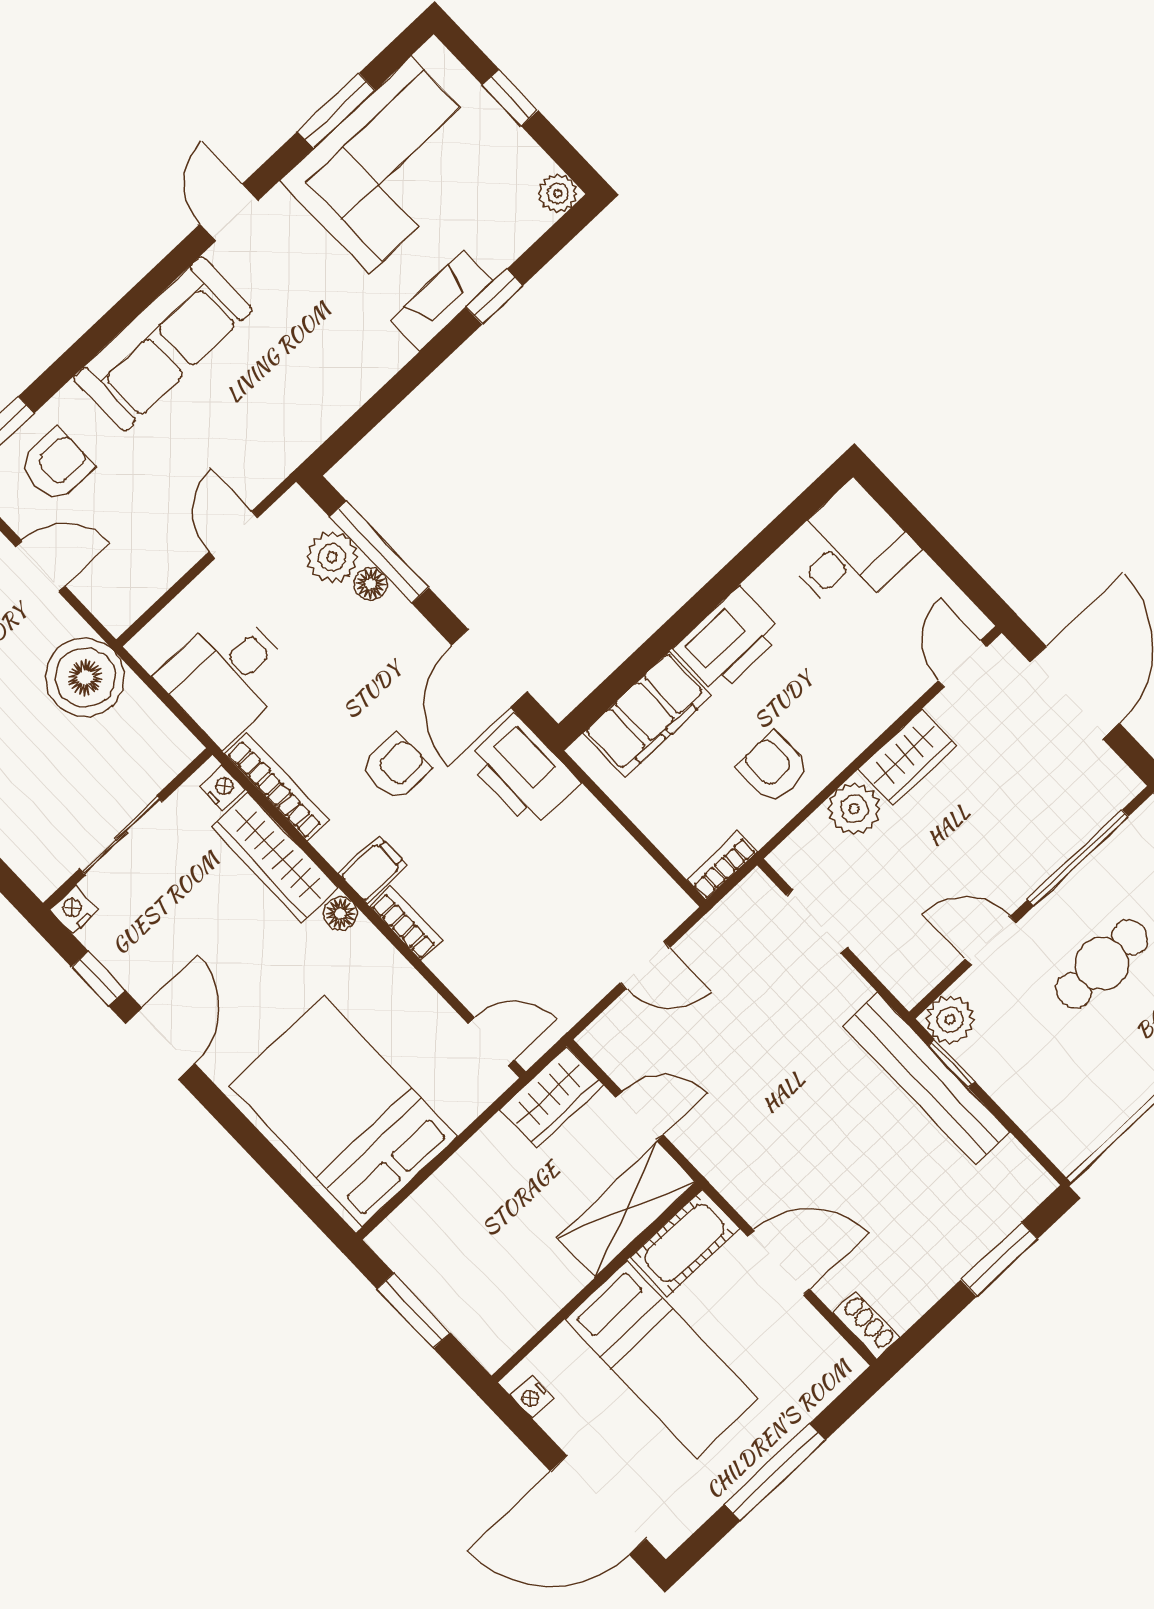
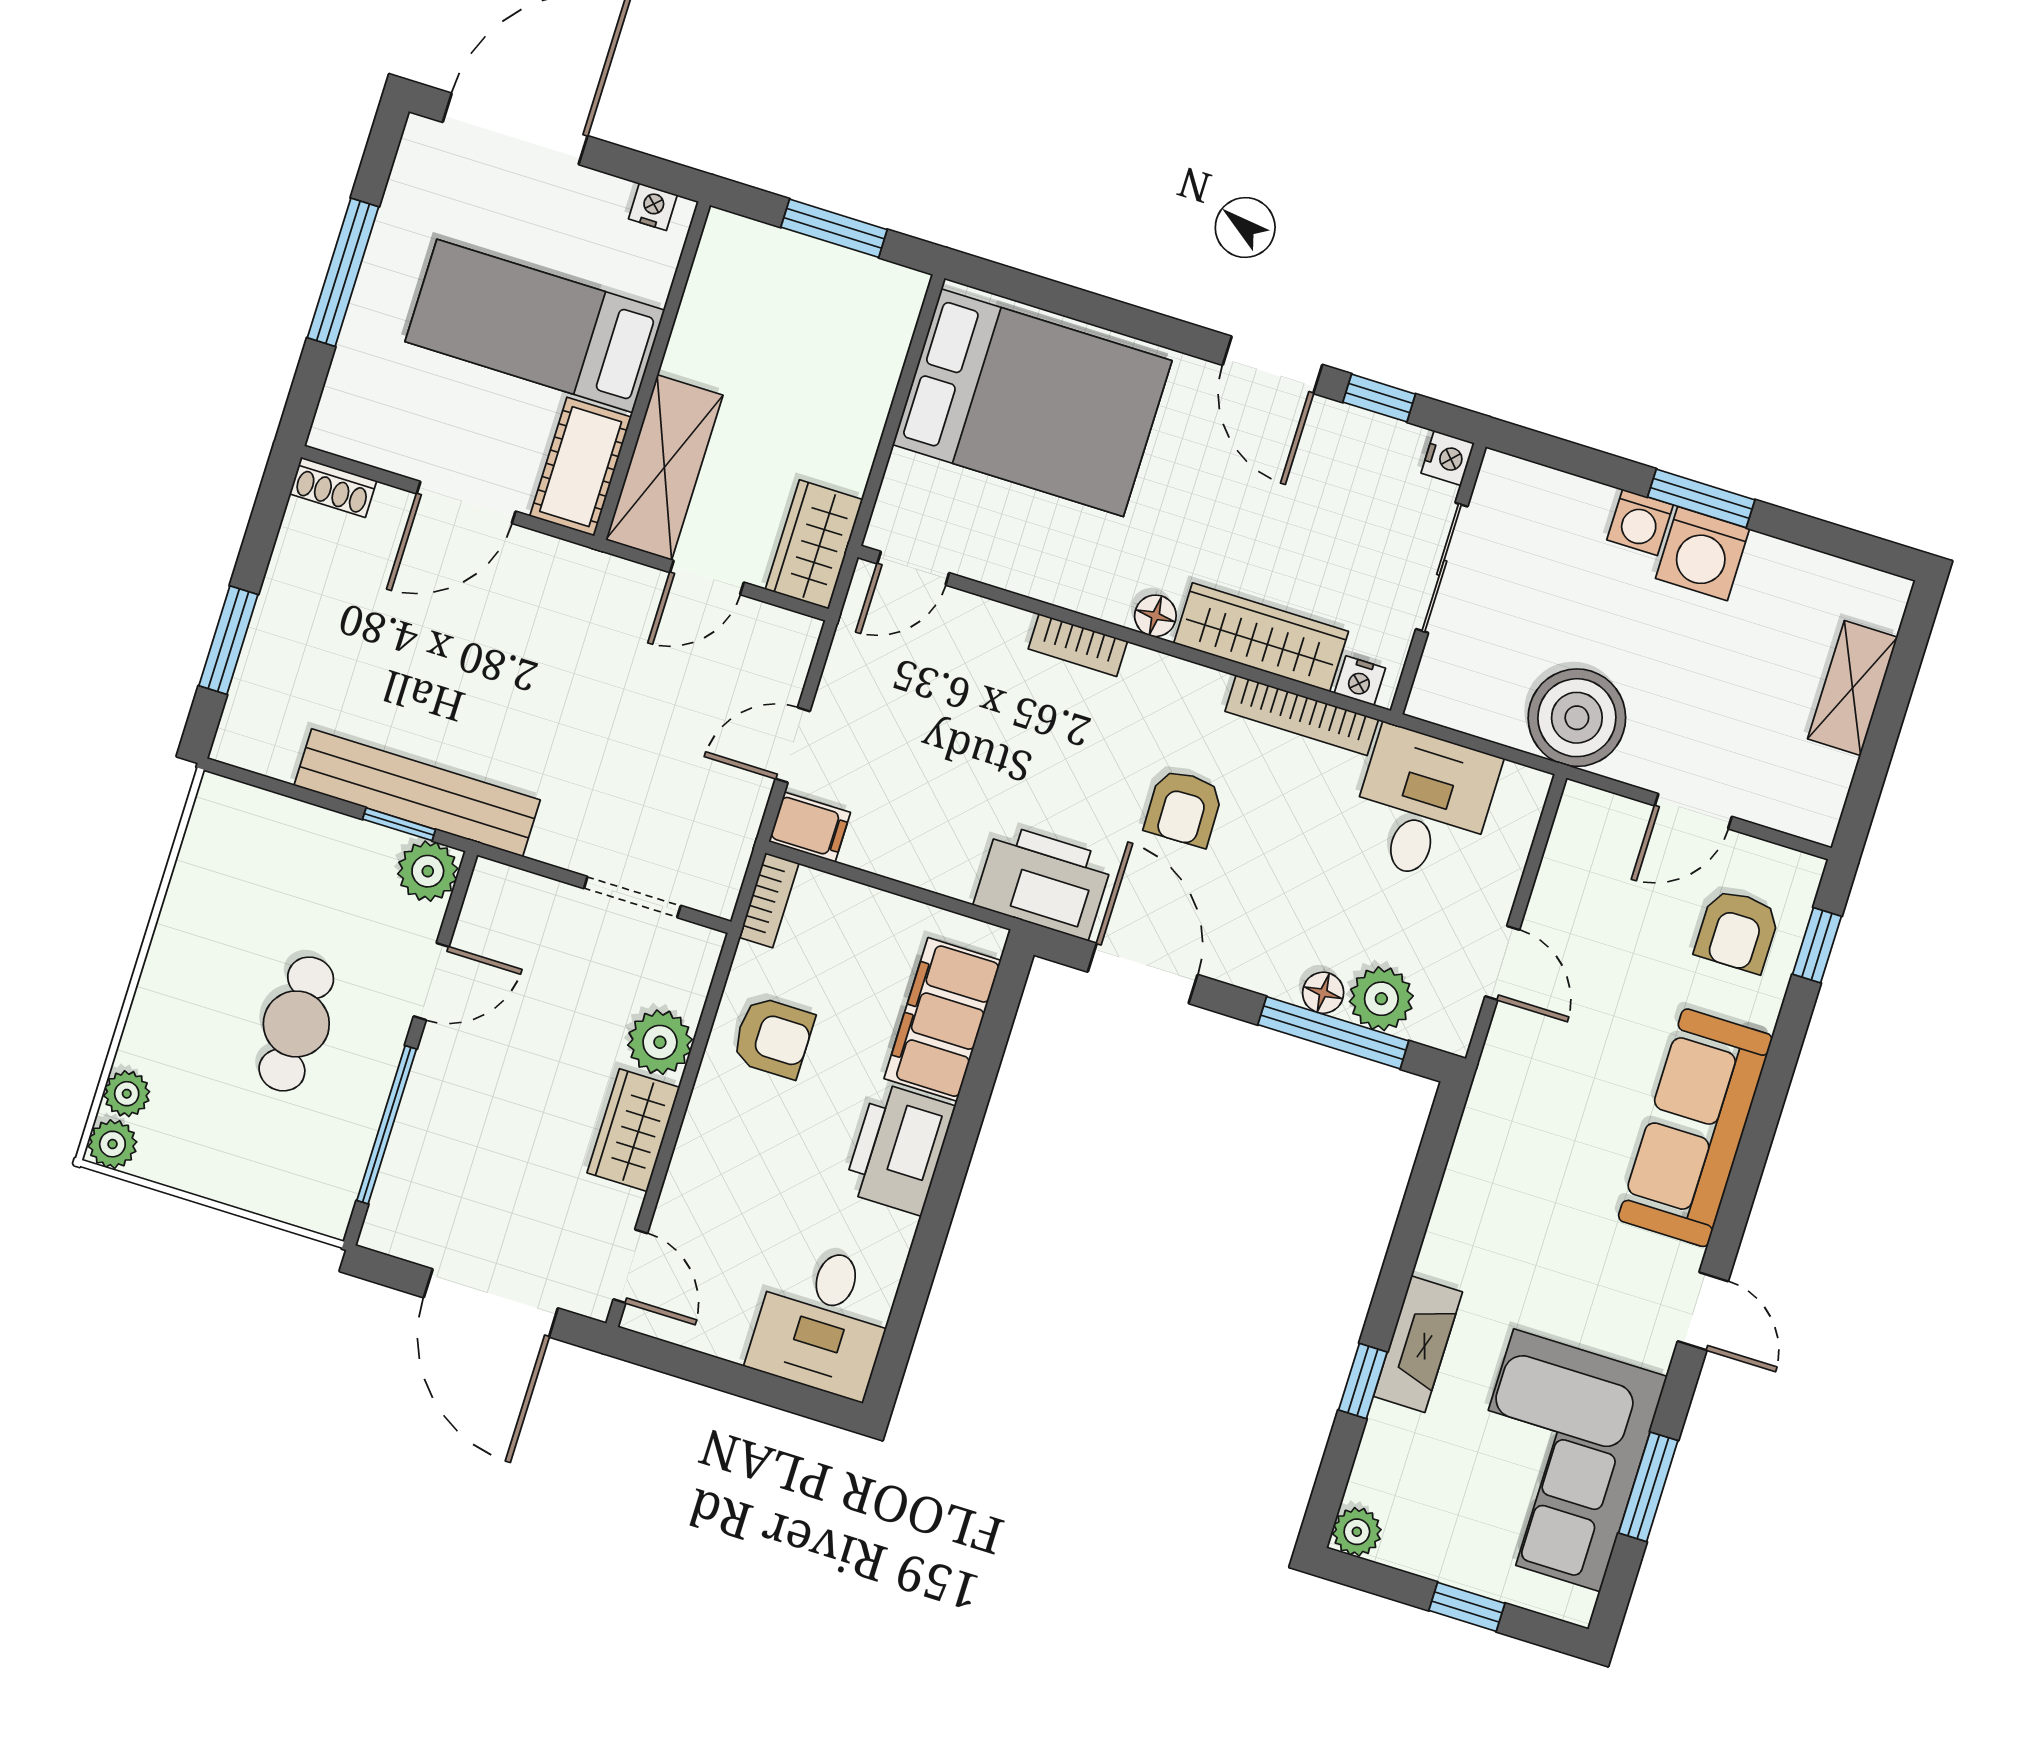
filing cabinet: (373, 870) -> (810, 827), moved, turned -90

